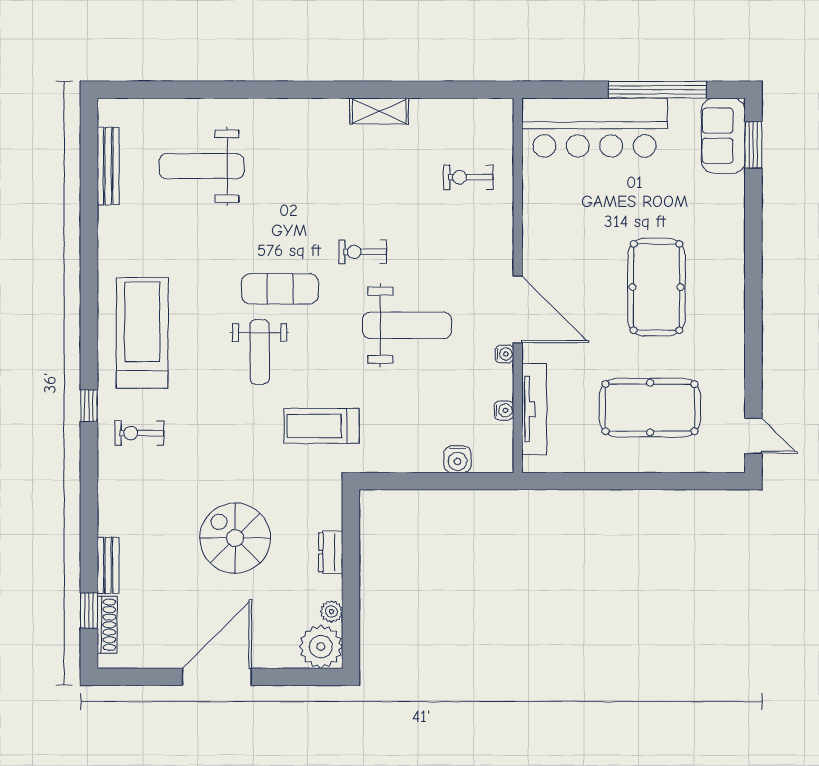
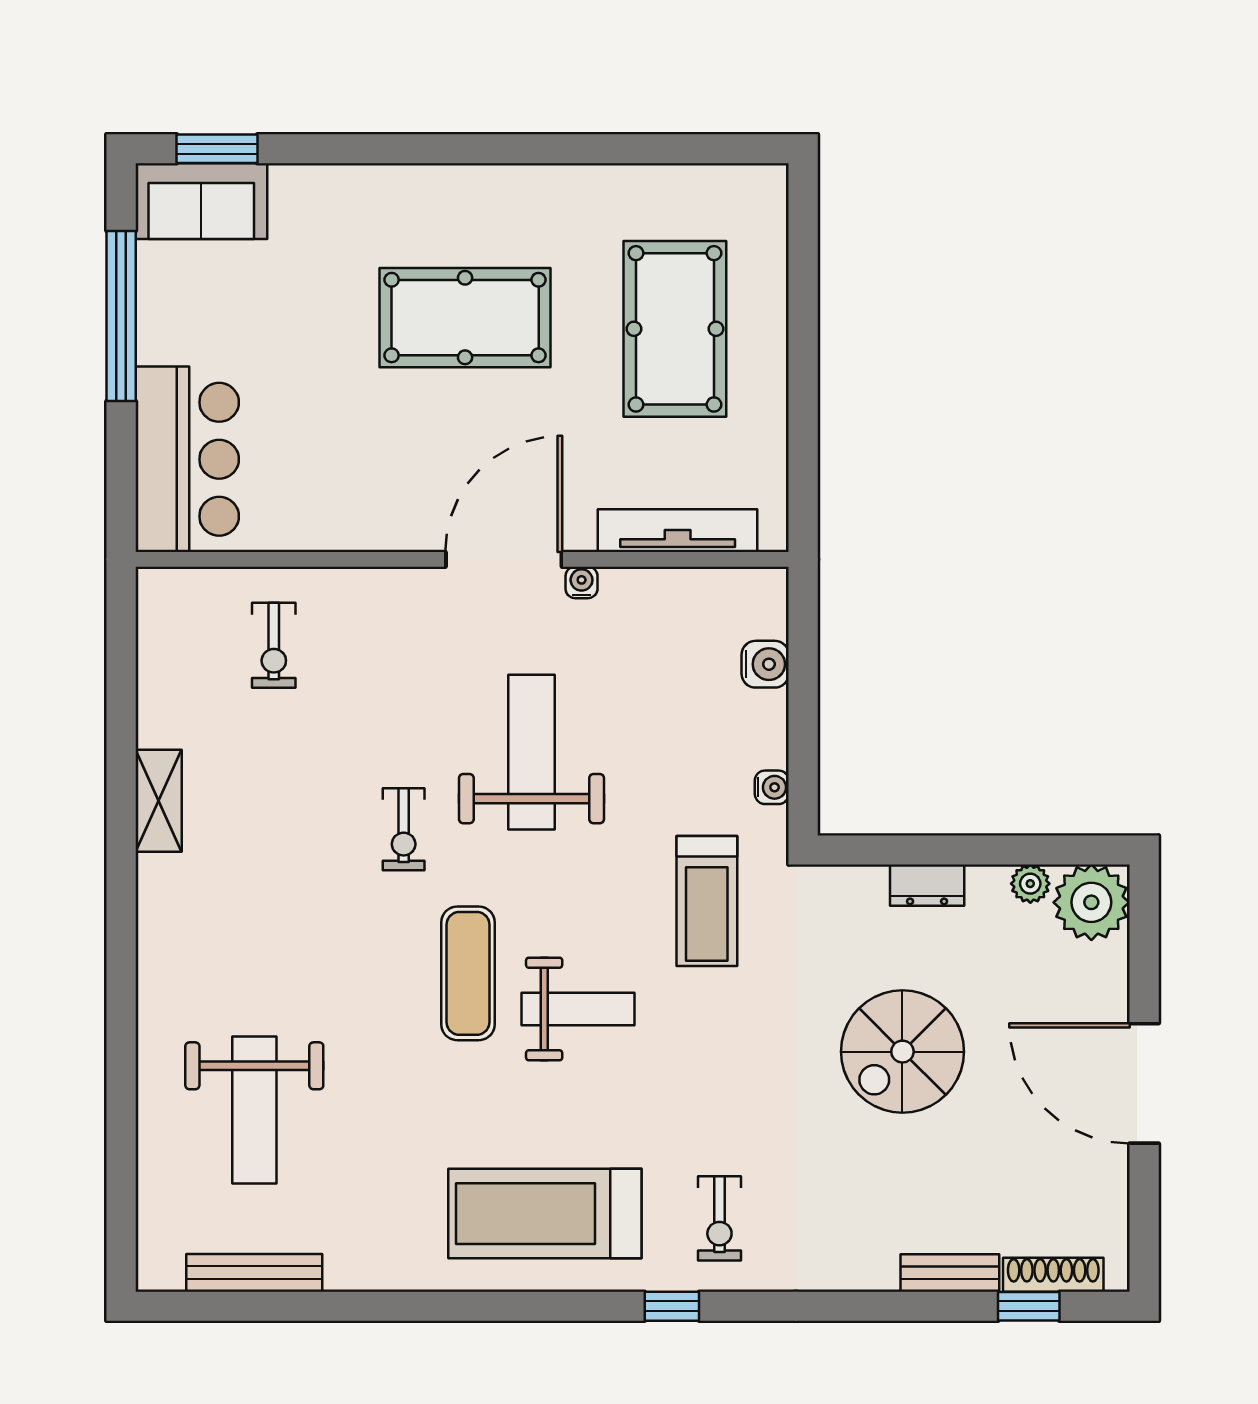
bar counter: (595, 128) -> (187, 459), width x0.73
water cooler: (504, 410) -> (772, 787), moved, turned 90
door: (753, 436) -> (724, 149), removed

